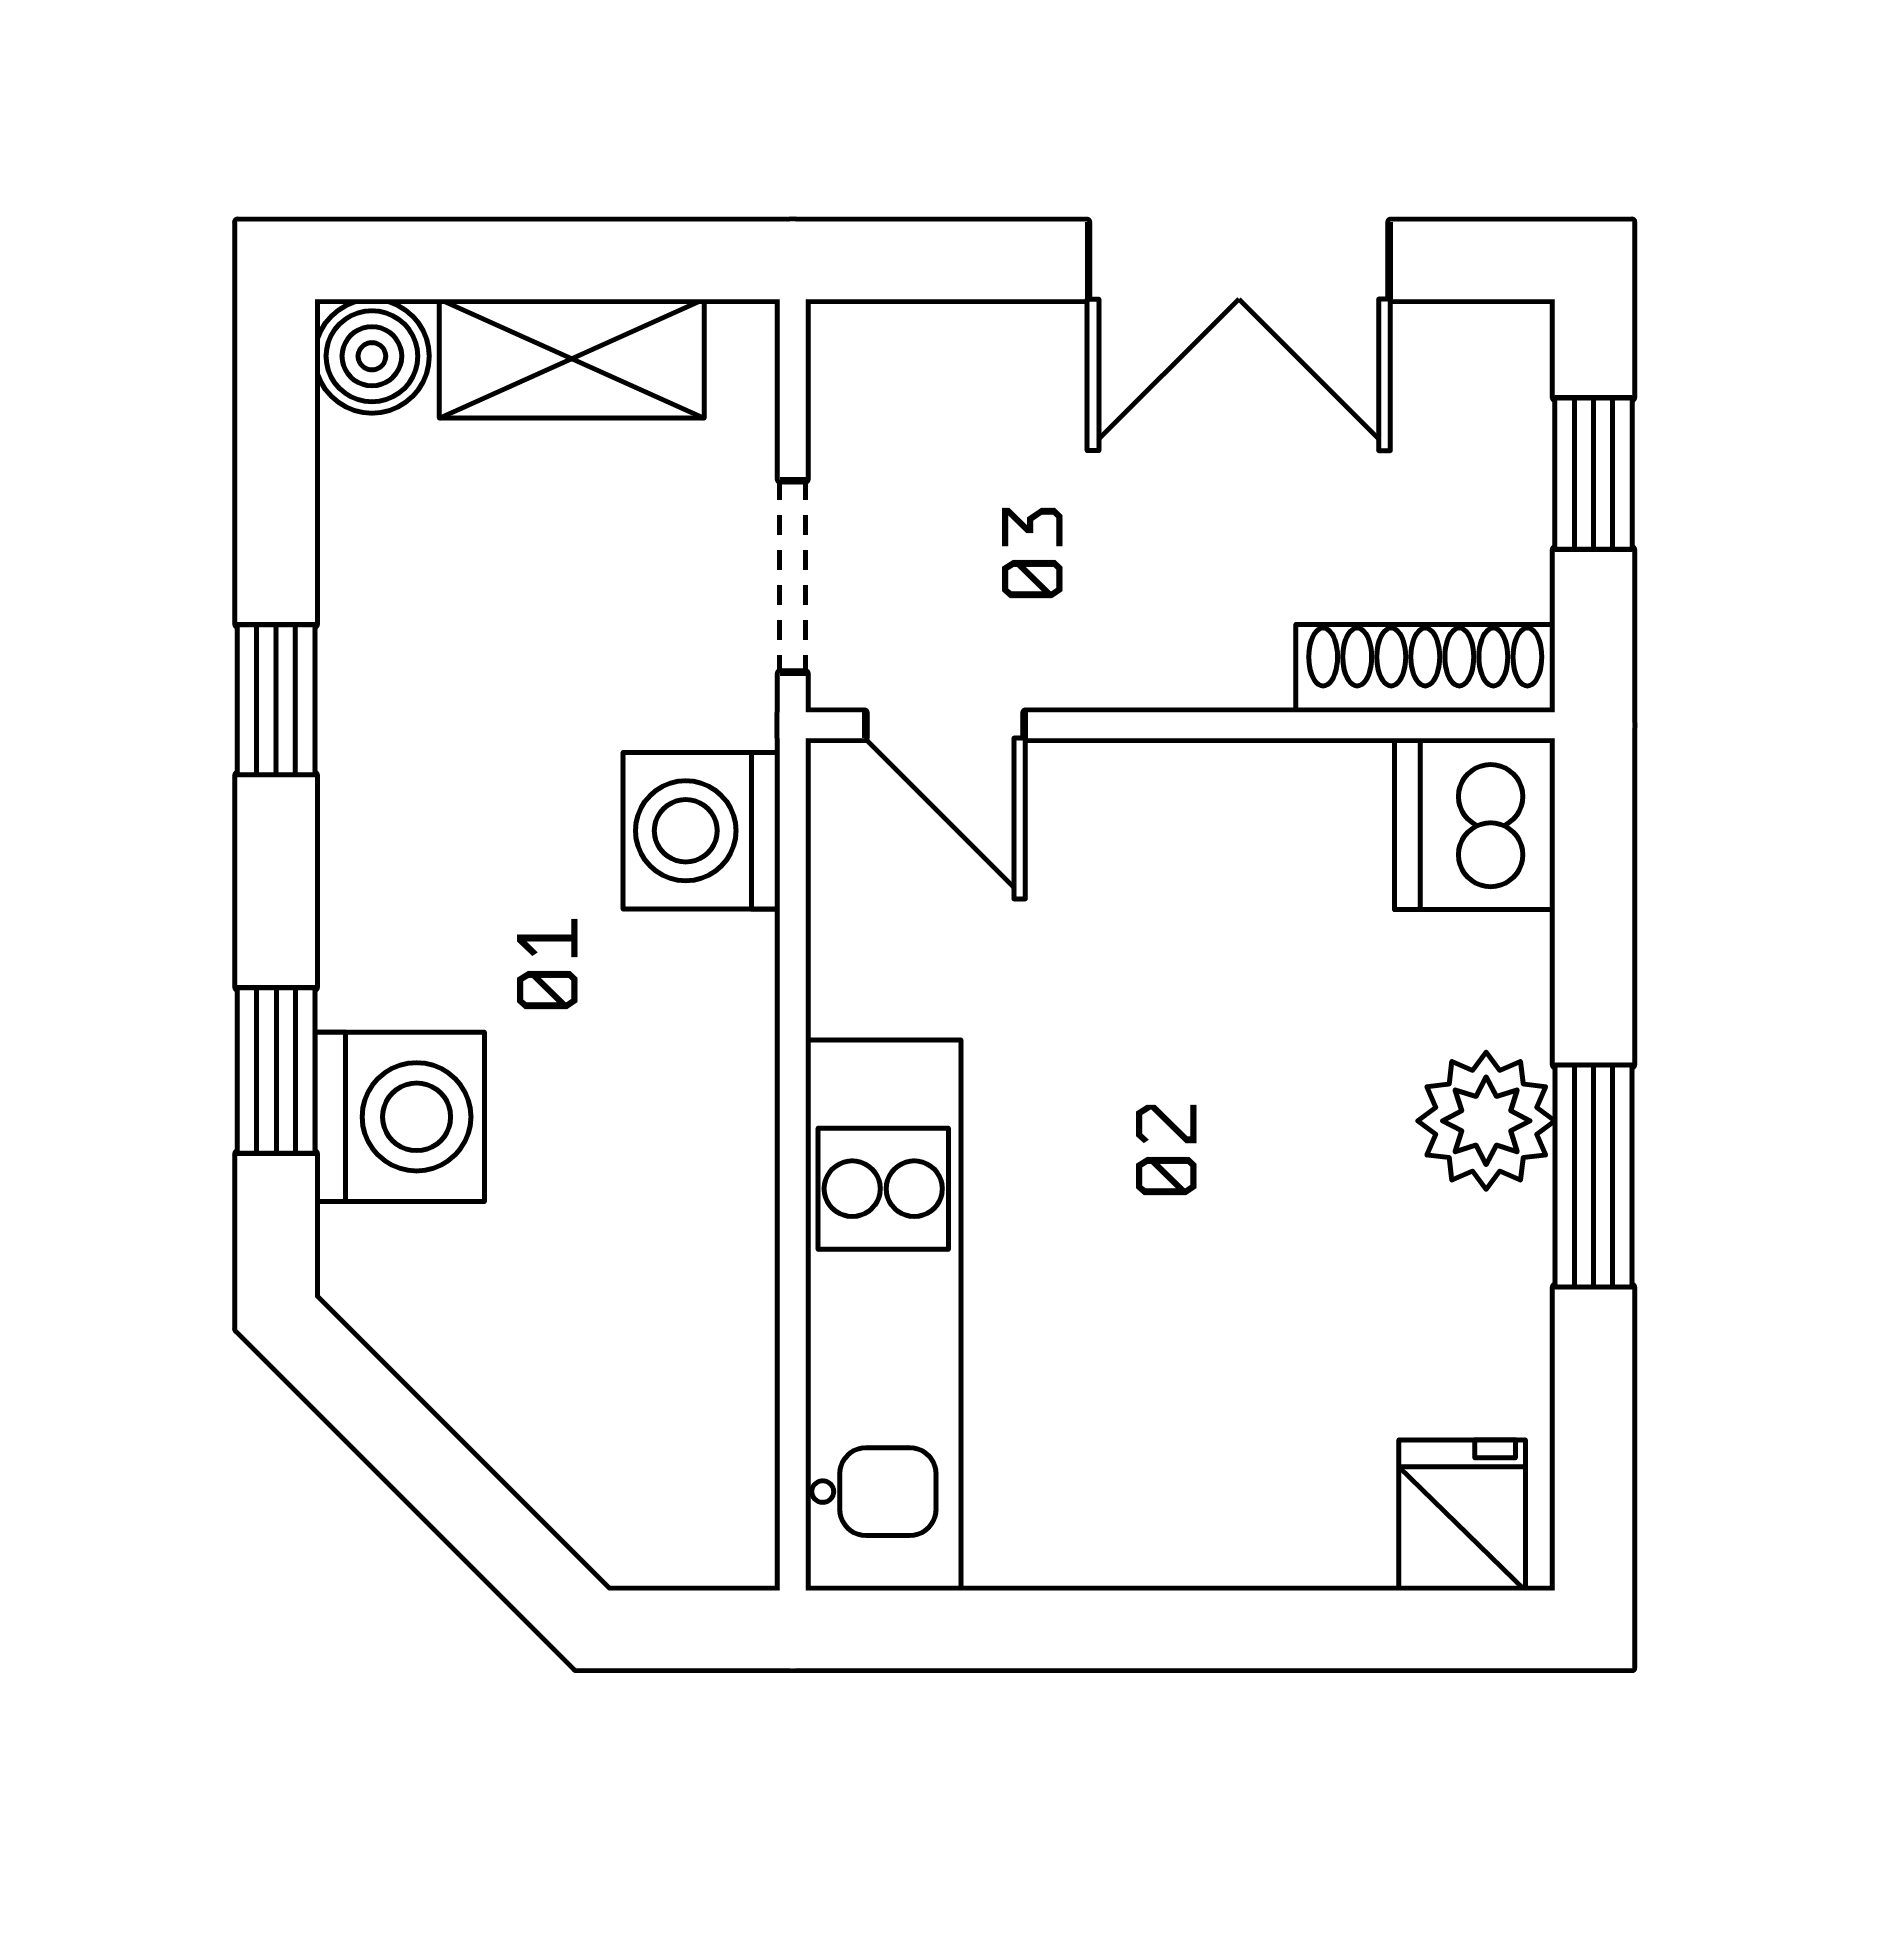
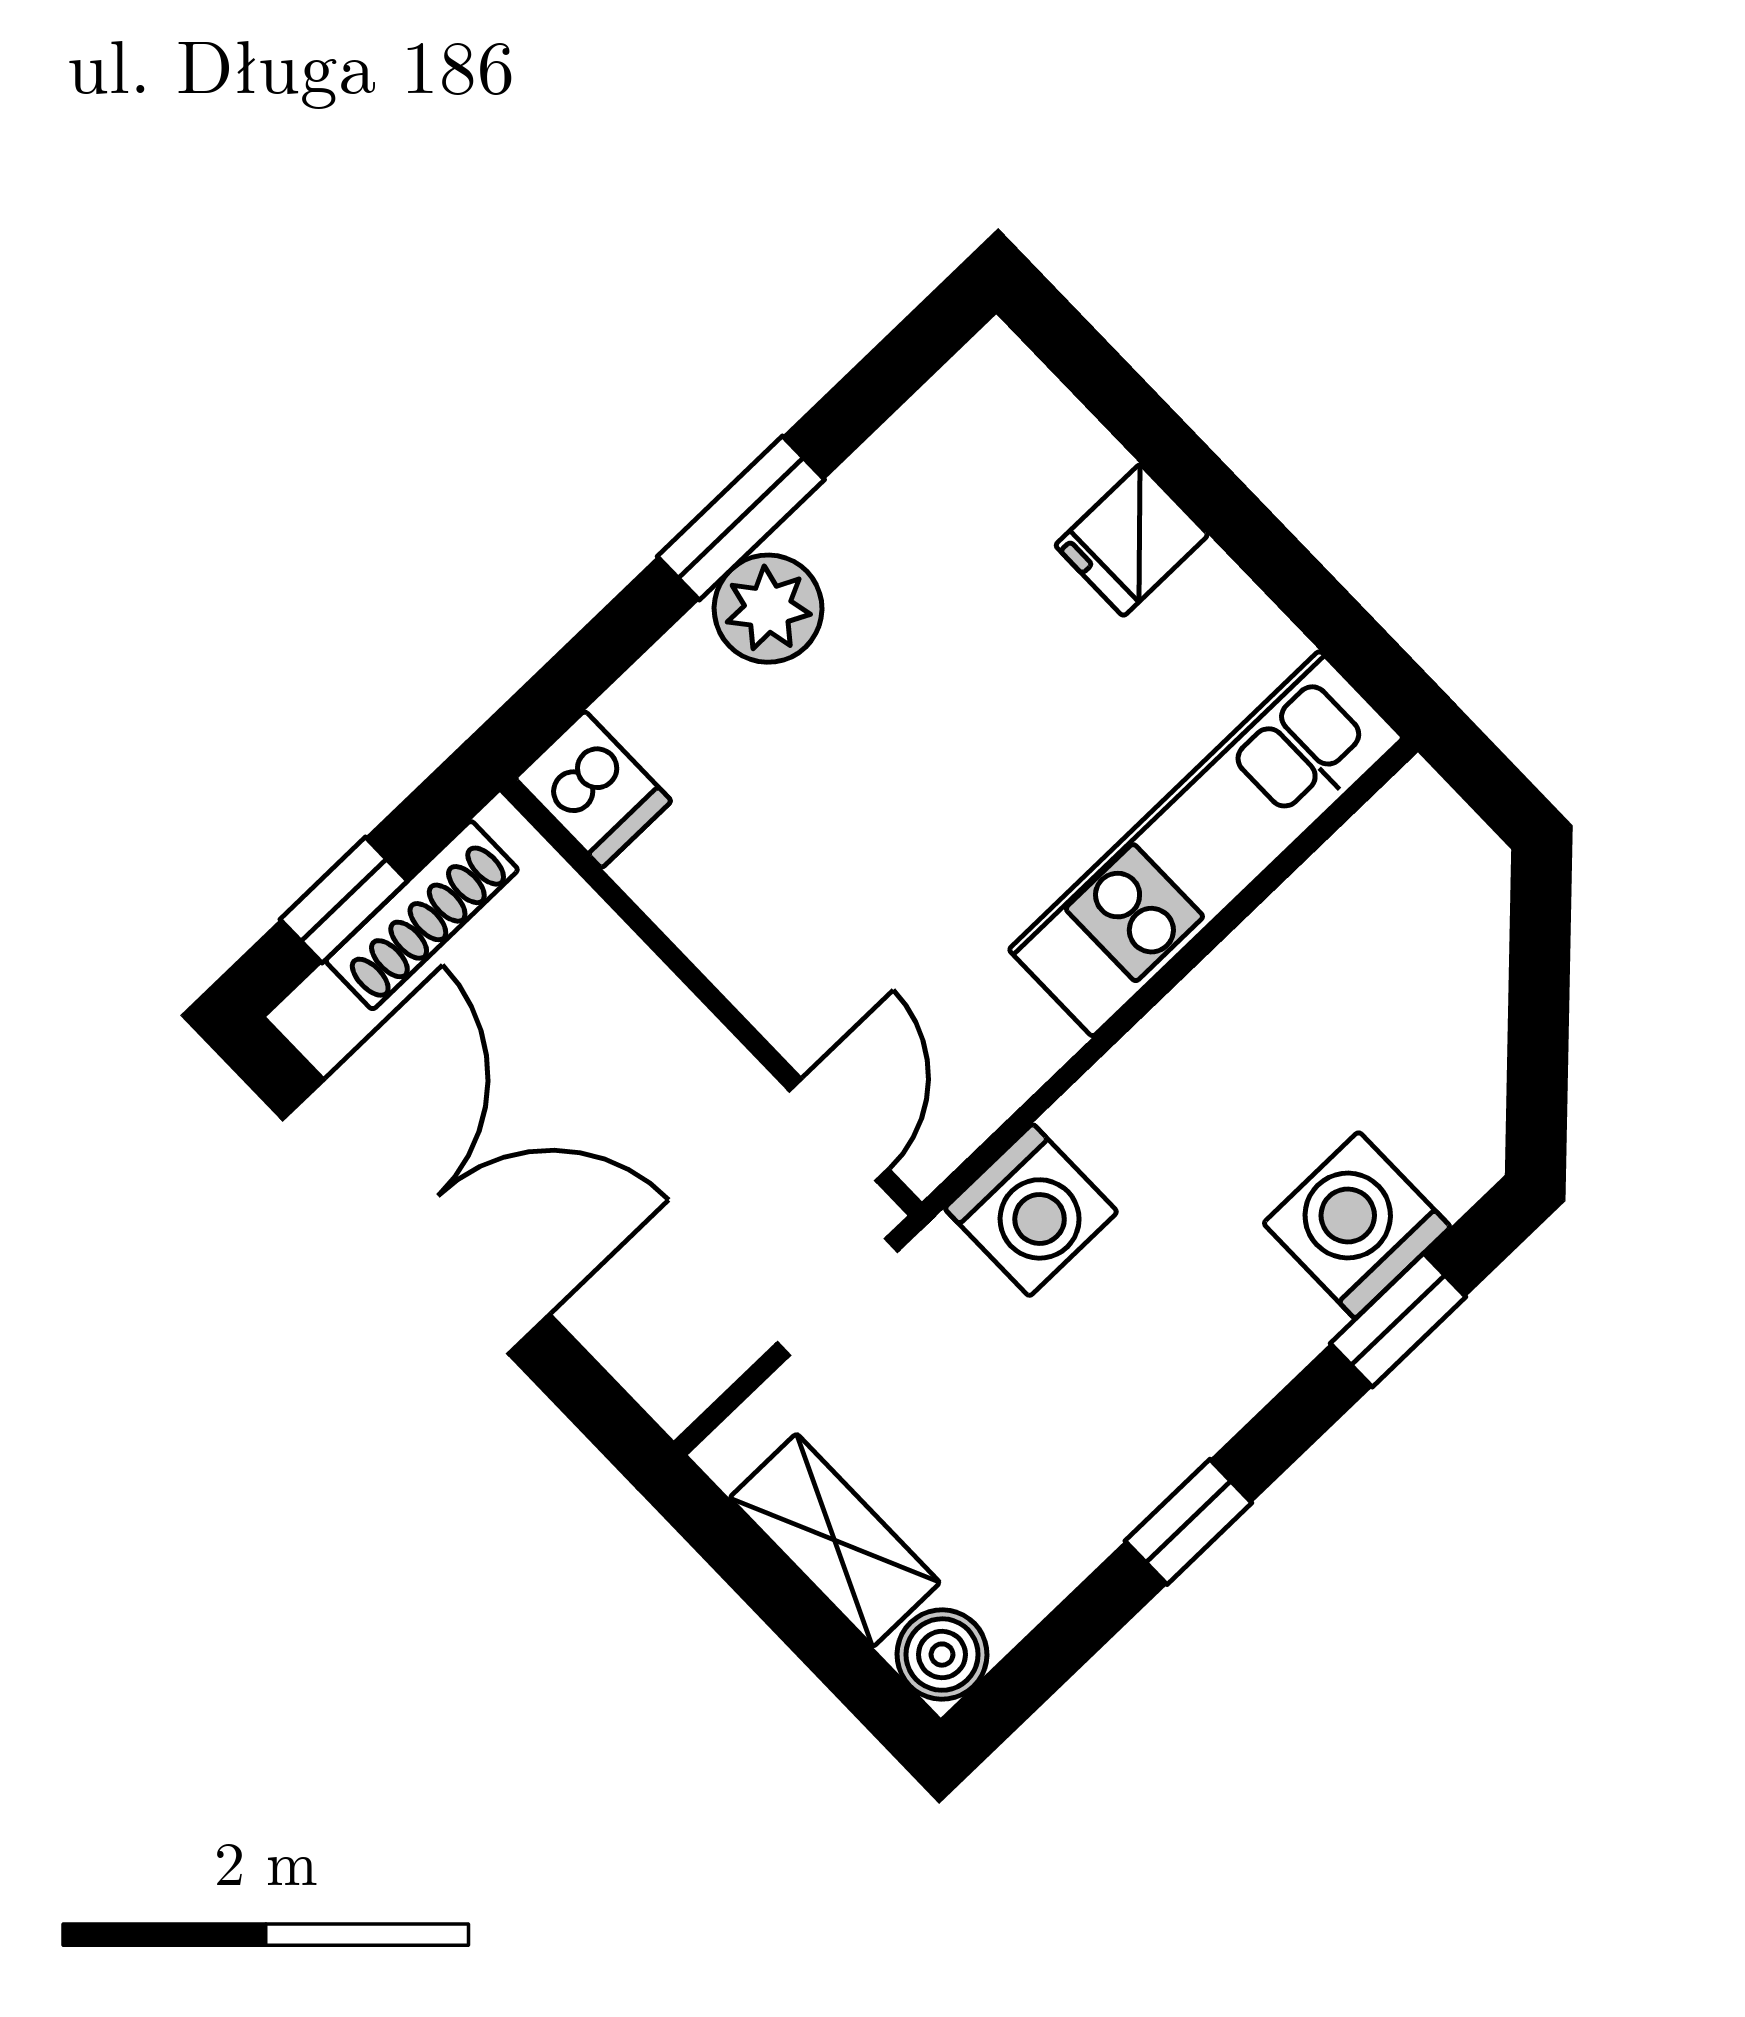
double door: (1239, 260) -> (416, 1217), width x1.37
shoe rack: (1425, 668) -> (422, 915), moved, turned -90
dishwasher: (1475, 824) -> (593, 789), width x0.73
fridge: (1462, 1515) -> (1132, 540), moved

